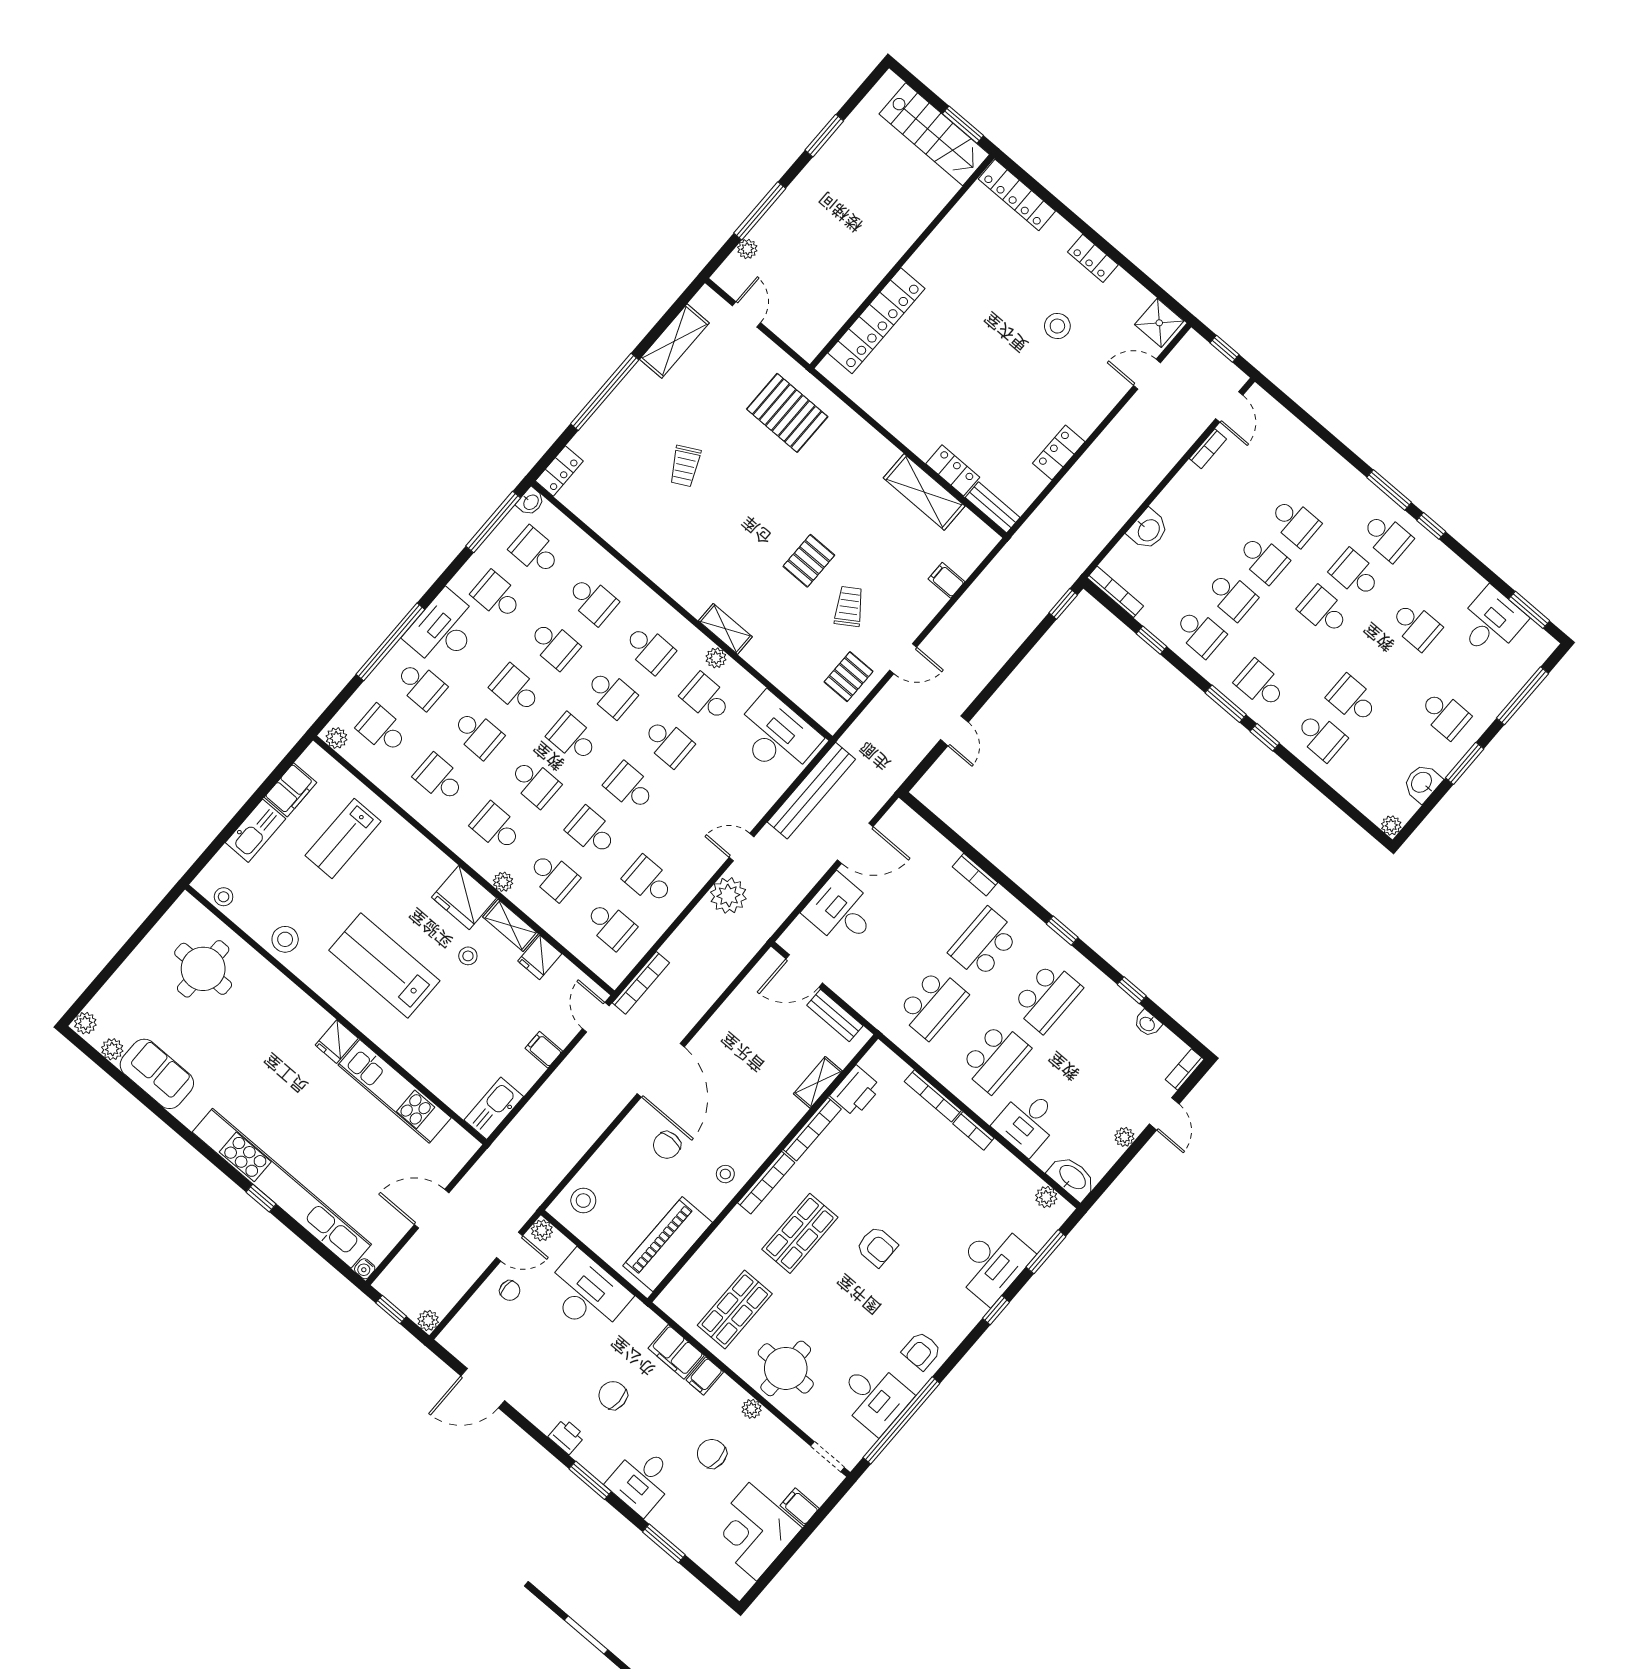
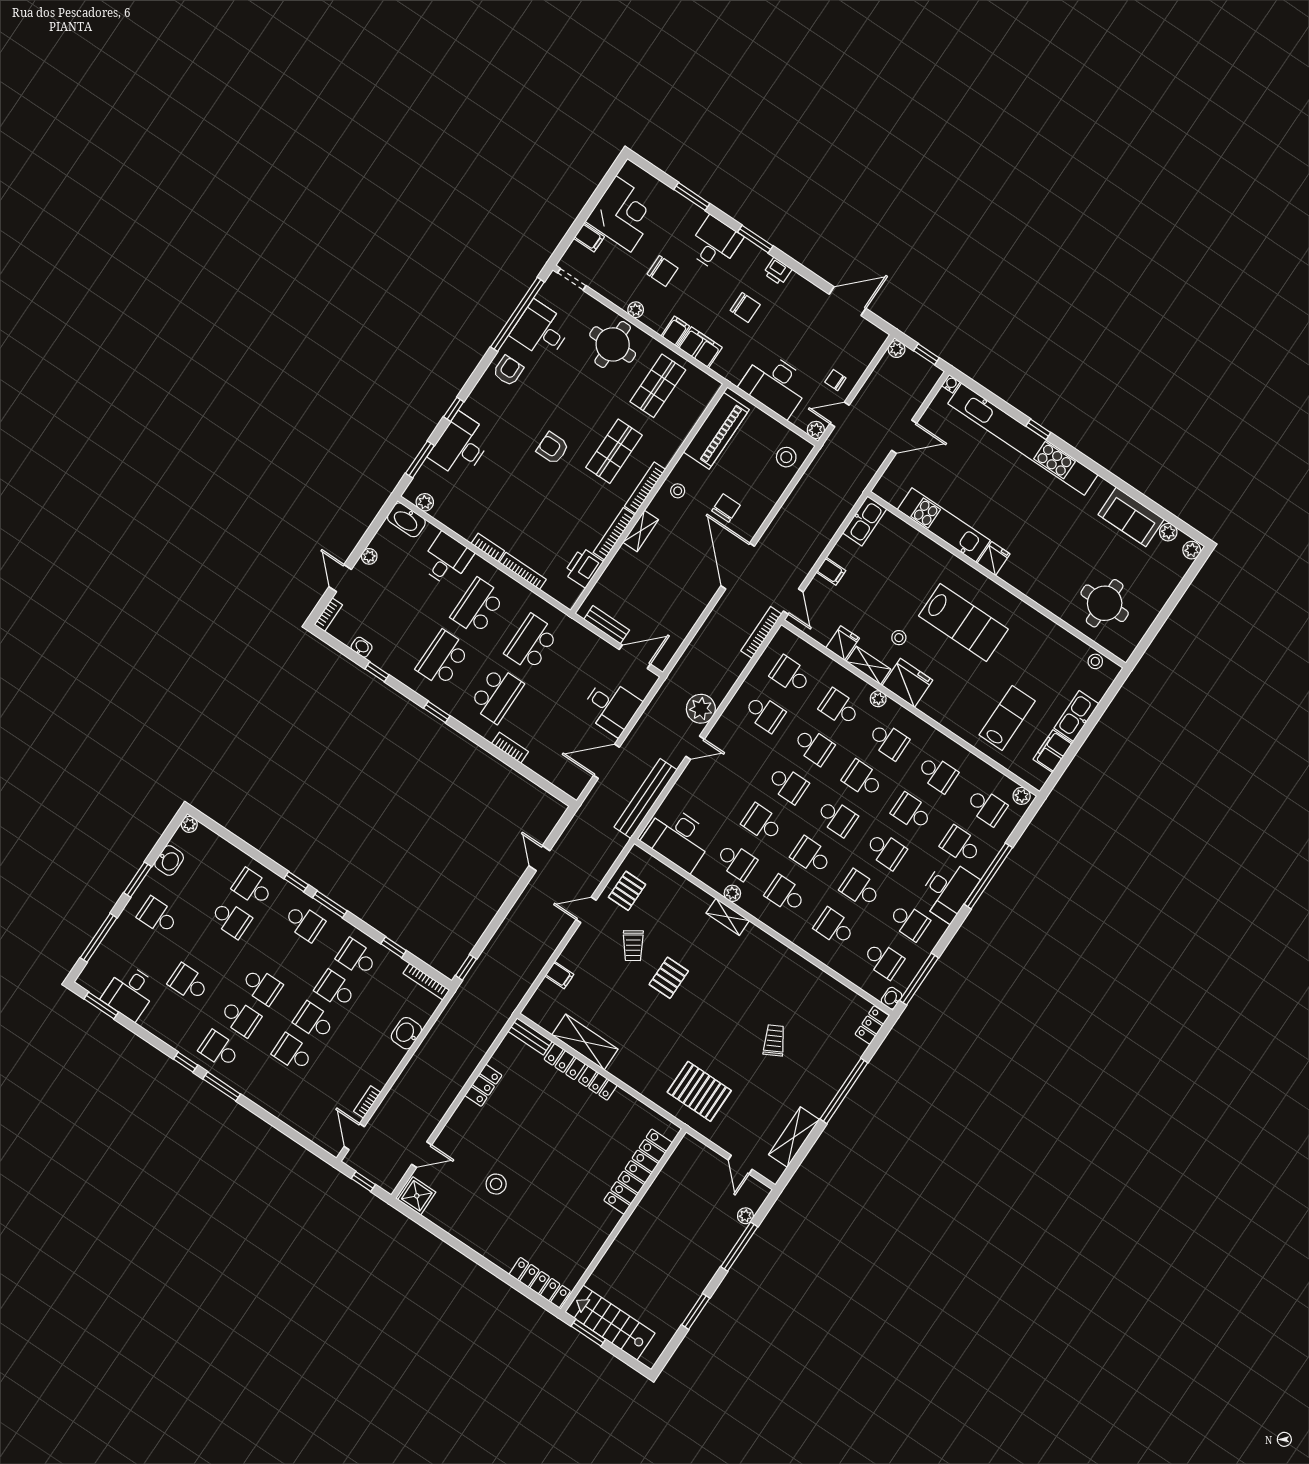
locker: (1093, 258) -> (598, 1083), moved, turned 180
stool: (285, 939) -> (1043, 634), removed
shelving: (818, 1082) -> (641, 531), moved

